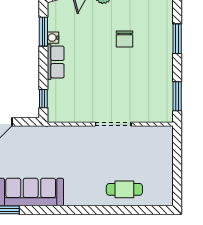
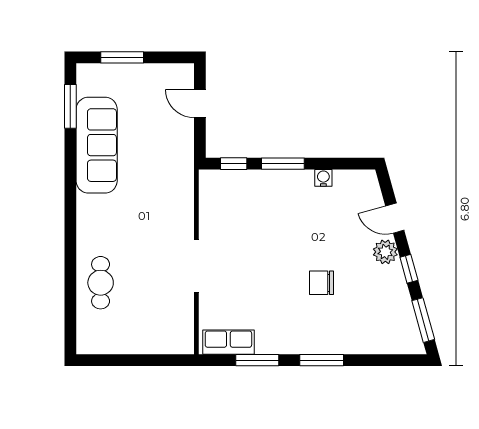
window: (43, 32) -> (283, 164), moved
row of seats: (56, 62) -> (228, 342), moved, turned 180
window: (177, 96) -> (257, 360), moved

